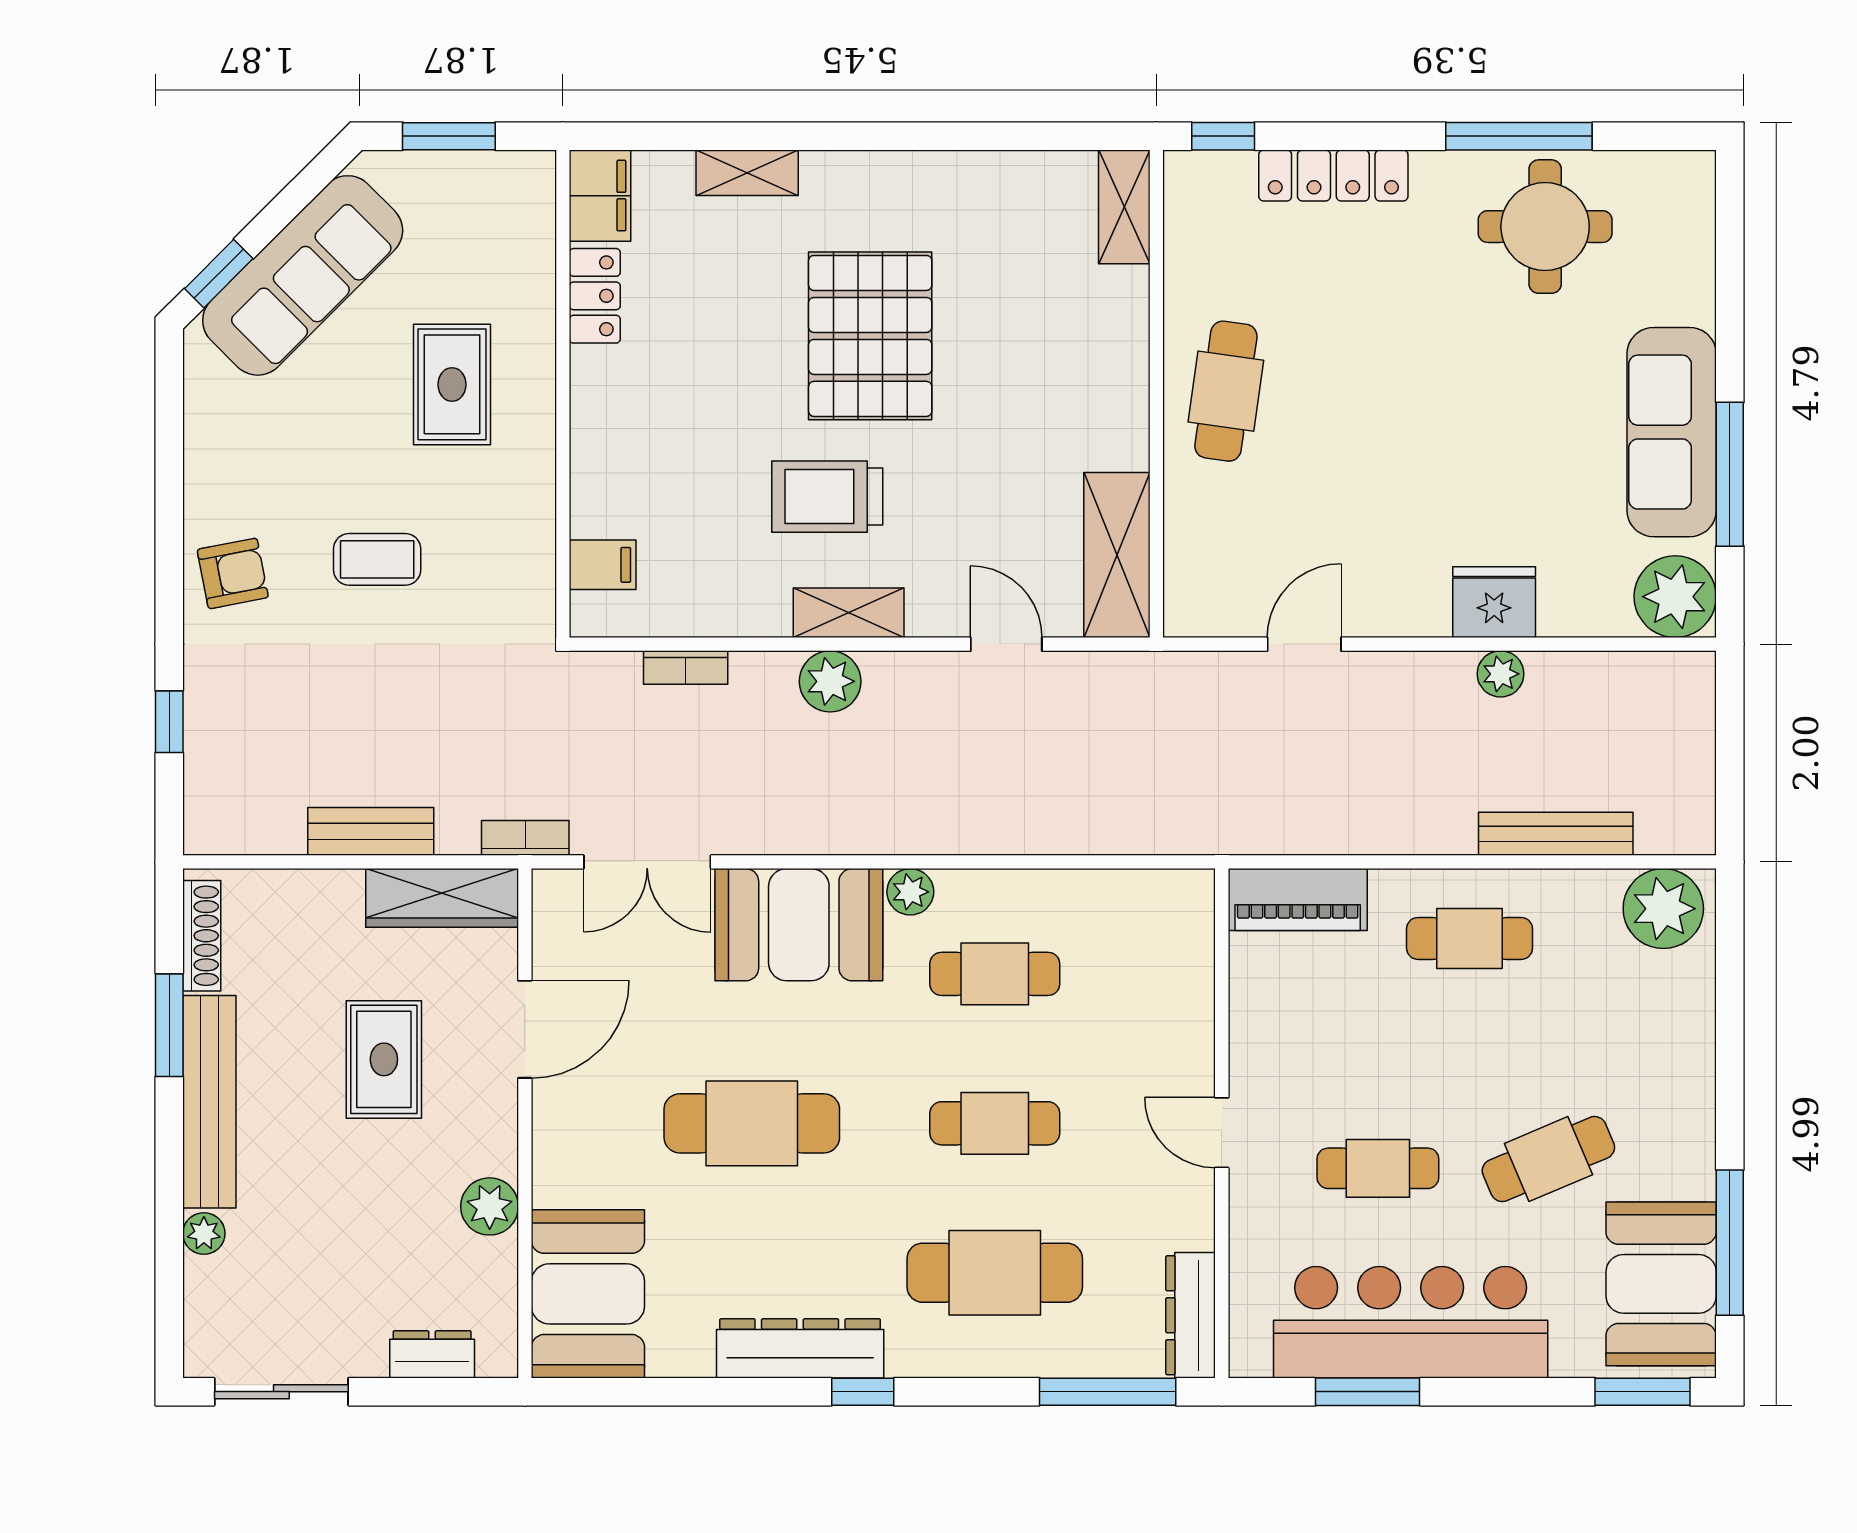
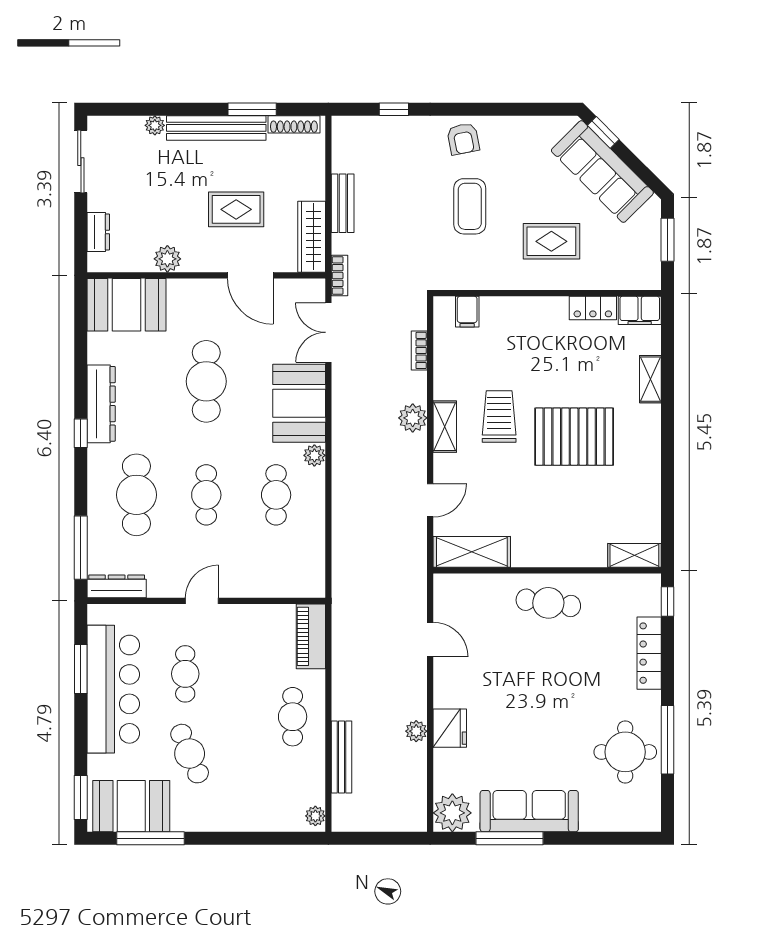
coffee table: (377, 559) -> (470, 206), width x1.36, depth x1.30
plant: (1663, 909) -> (315, 816), width x0.53, depth x0.53

